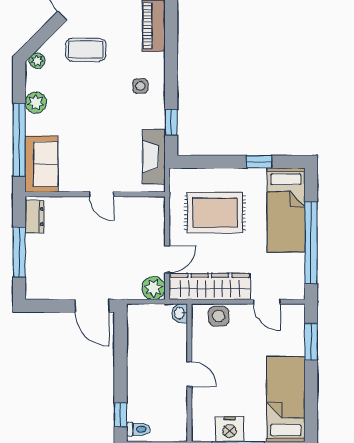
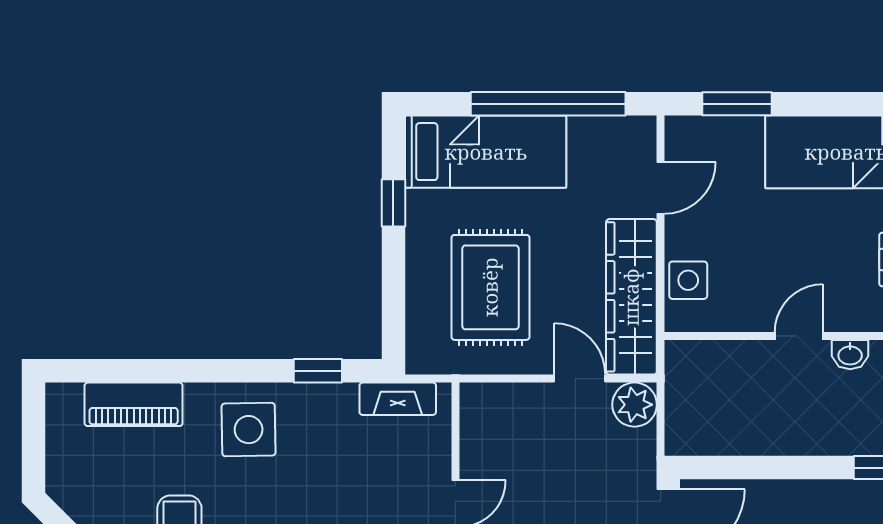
side table: (140, 86) -> (249, 430), width x1.87, depth x1.87
fireplace: (154, 157) -> (398, 399), width x0.73, depth x0.76
washbasin: (180, 313) -> (850, 355), moved

